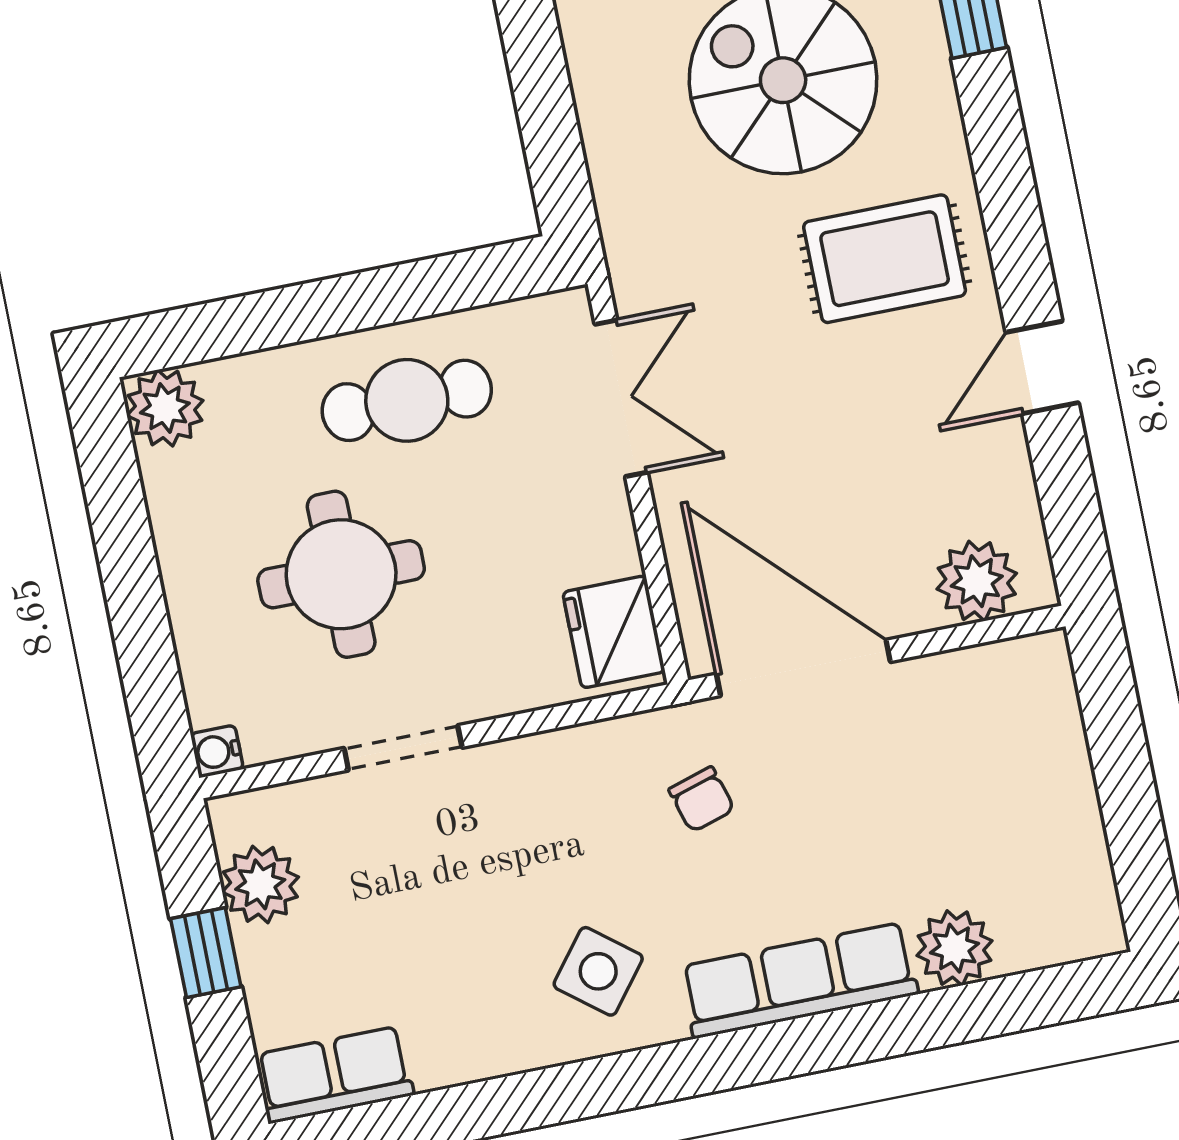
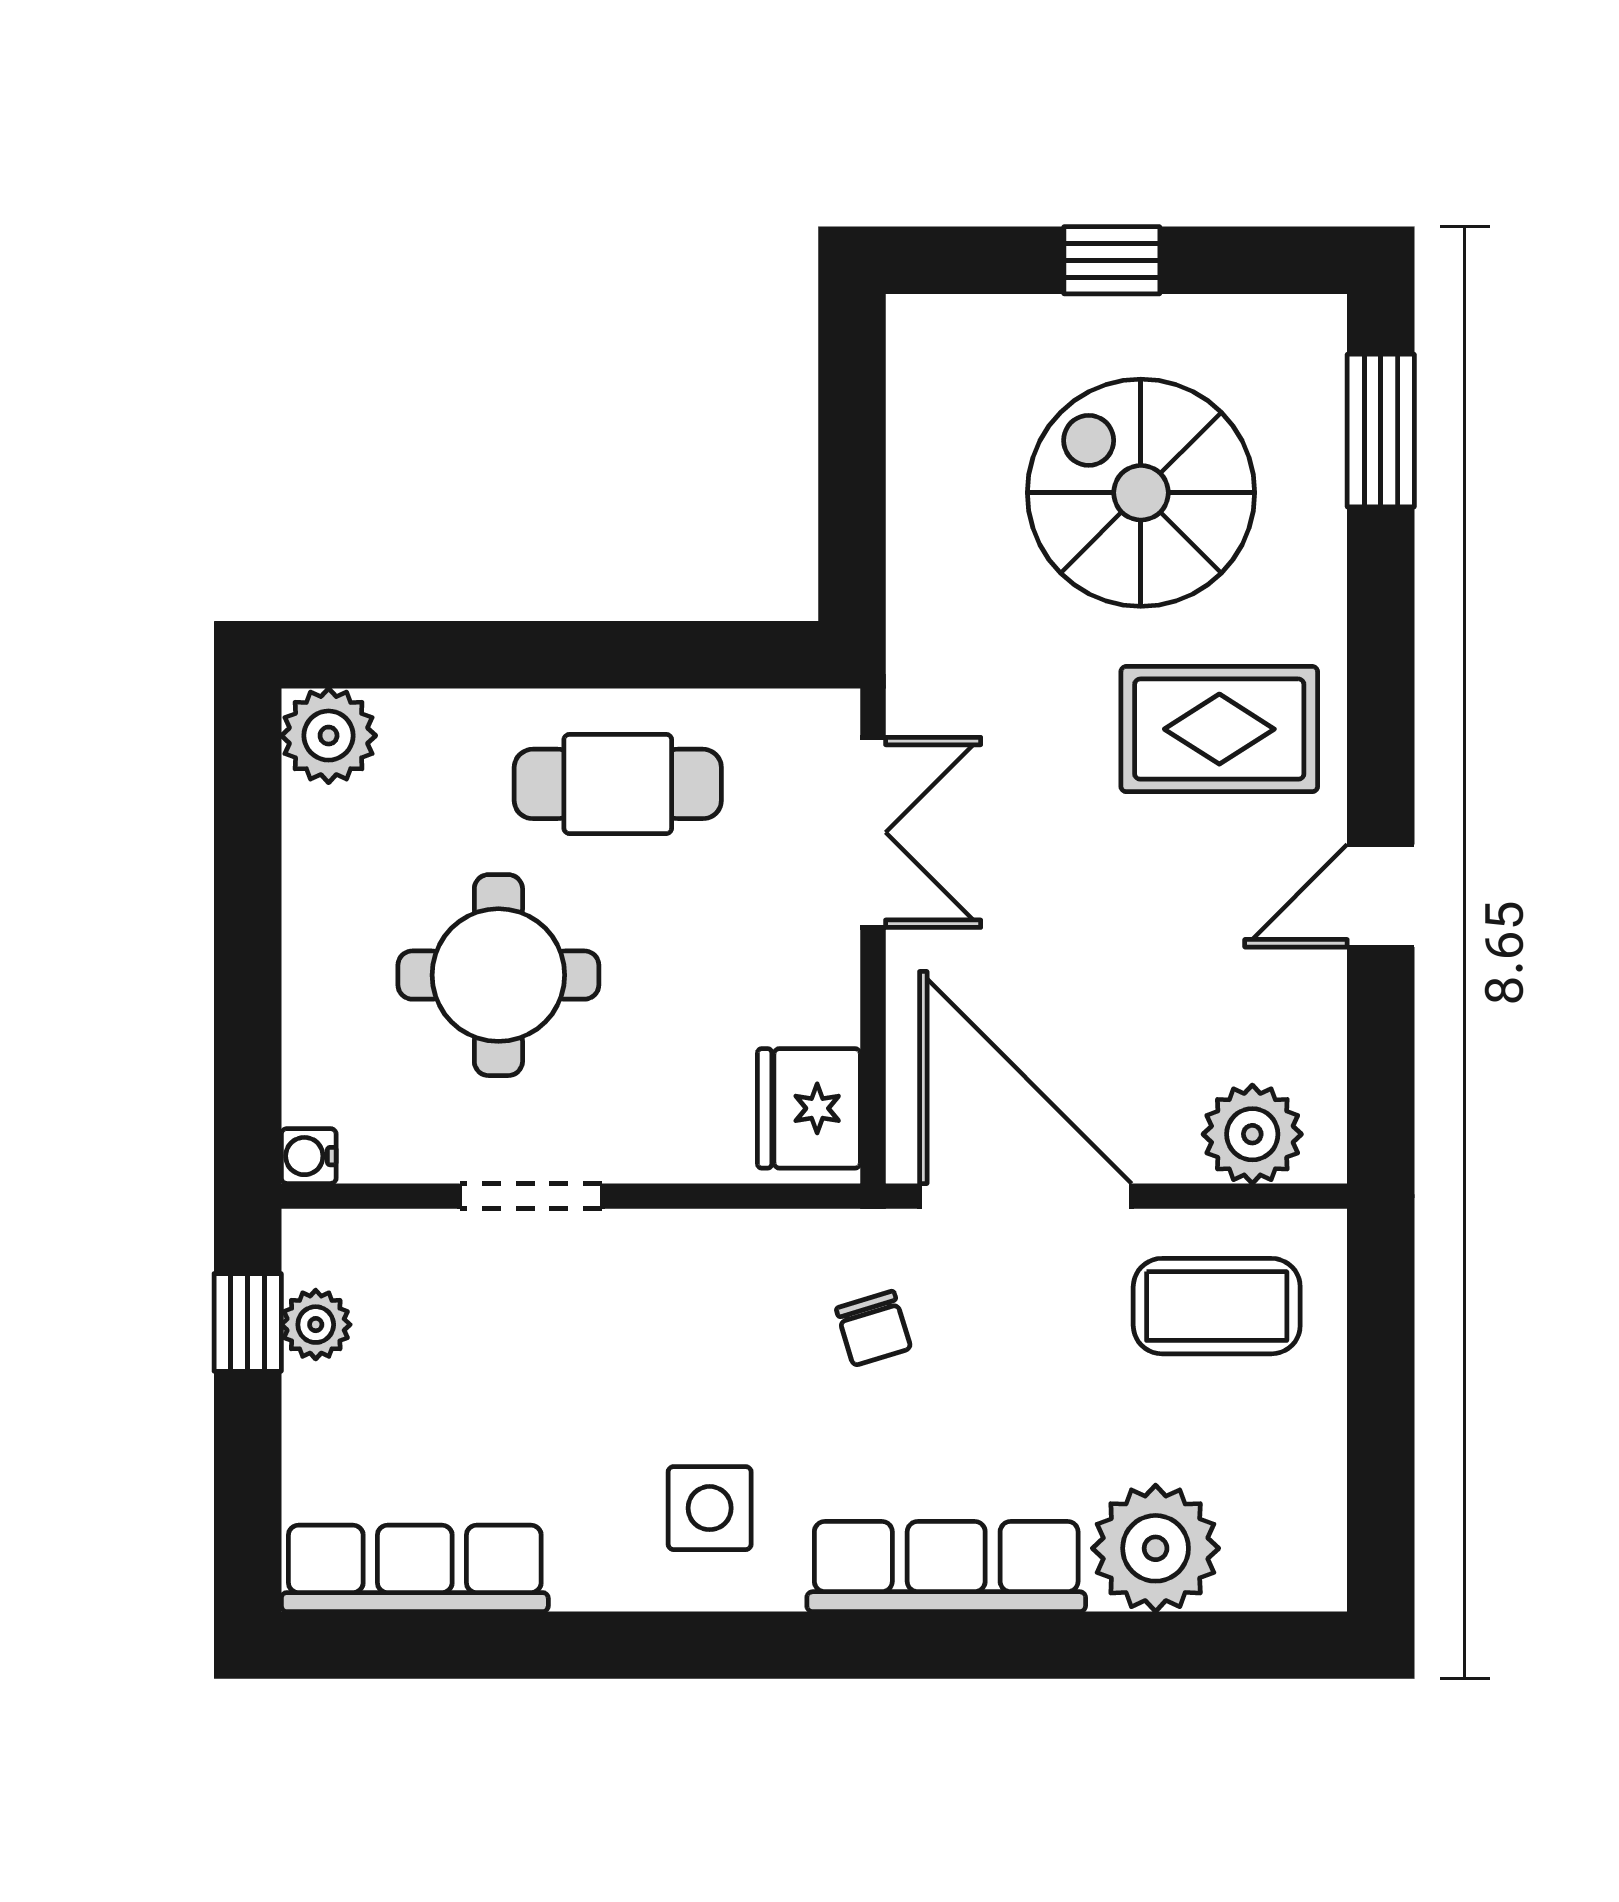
coffee table: (976, 726) -> (1217, 1306), added
plant: (260, 884) -> (316, 1325), width x0.73, depth x0.73
plant: (955, 948) -> (1156, 1548), width x1.36, depth x1.36
window: (206, 953) -> (248, 1322), moved
side table: (598, 971) -> (710, 1508), turned -38
row of seats: (334, 1075) -> (415, 1568), width x1.48

